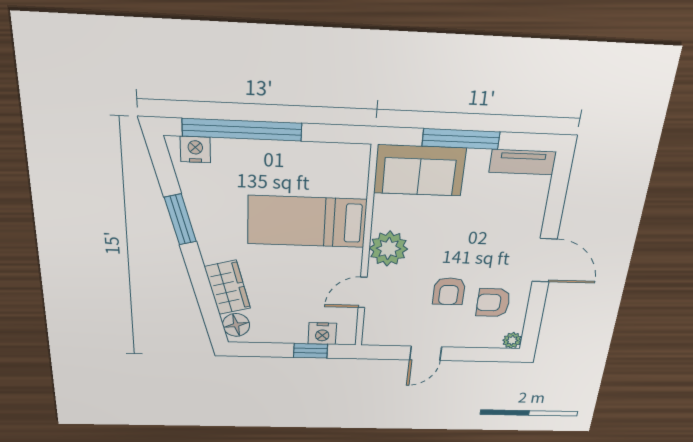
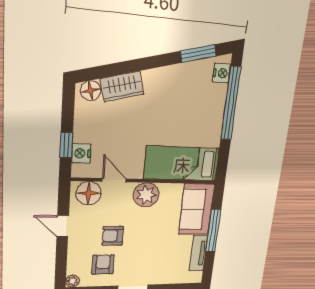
tv unit: (523, 162) -> (198, 253), moved
window: (180, 220) -> (198, 54), moved
bed: (307, 222) -> (182, 164), moved, turned -90
floor lamp: (380, 324) -> (88, 193), added

